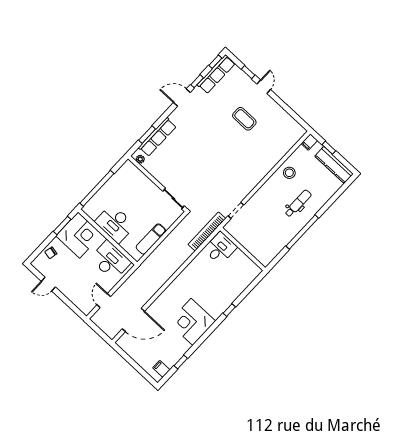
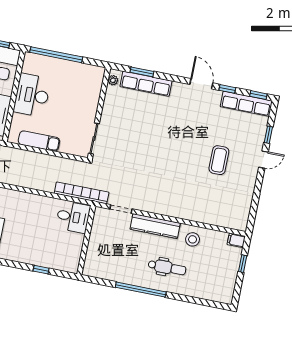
kitchen counter: (334, 165) -> (155, 226), moved, turned -90
window: (229, 310) -> (41, 270), moved

